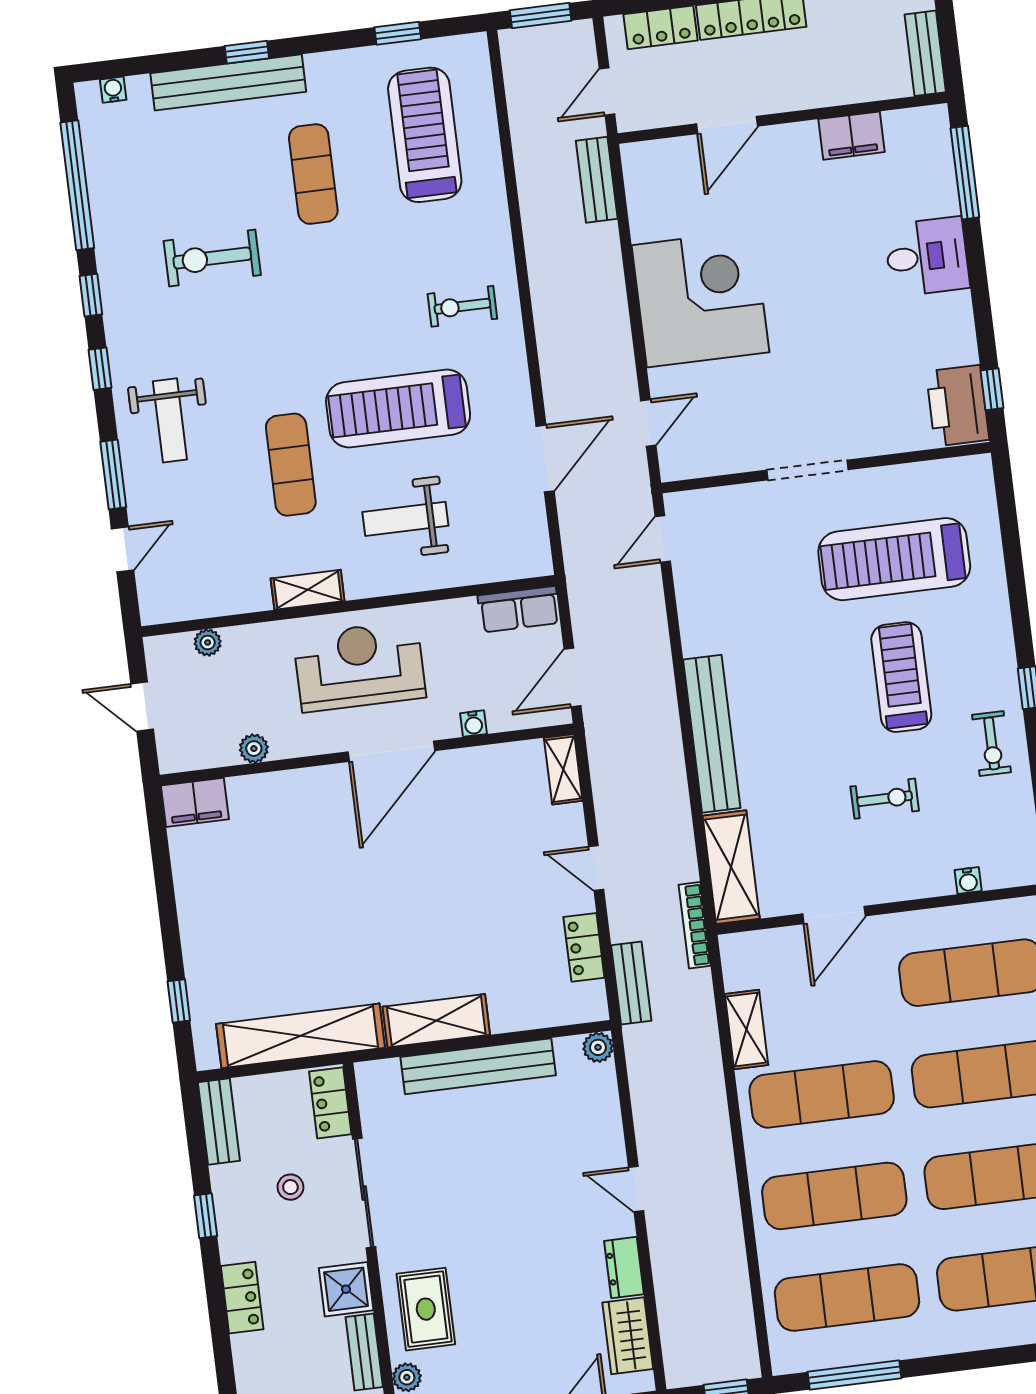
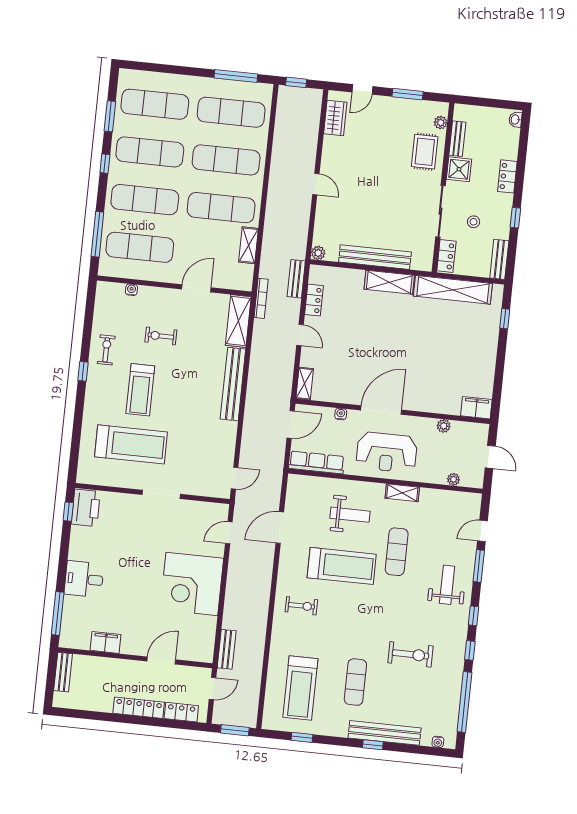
row of seats: (519, 609) -> (317, 462), width x1.48
dresser: (624, 1268) -> (330, 150), removed

